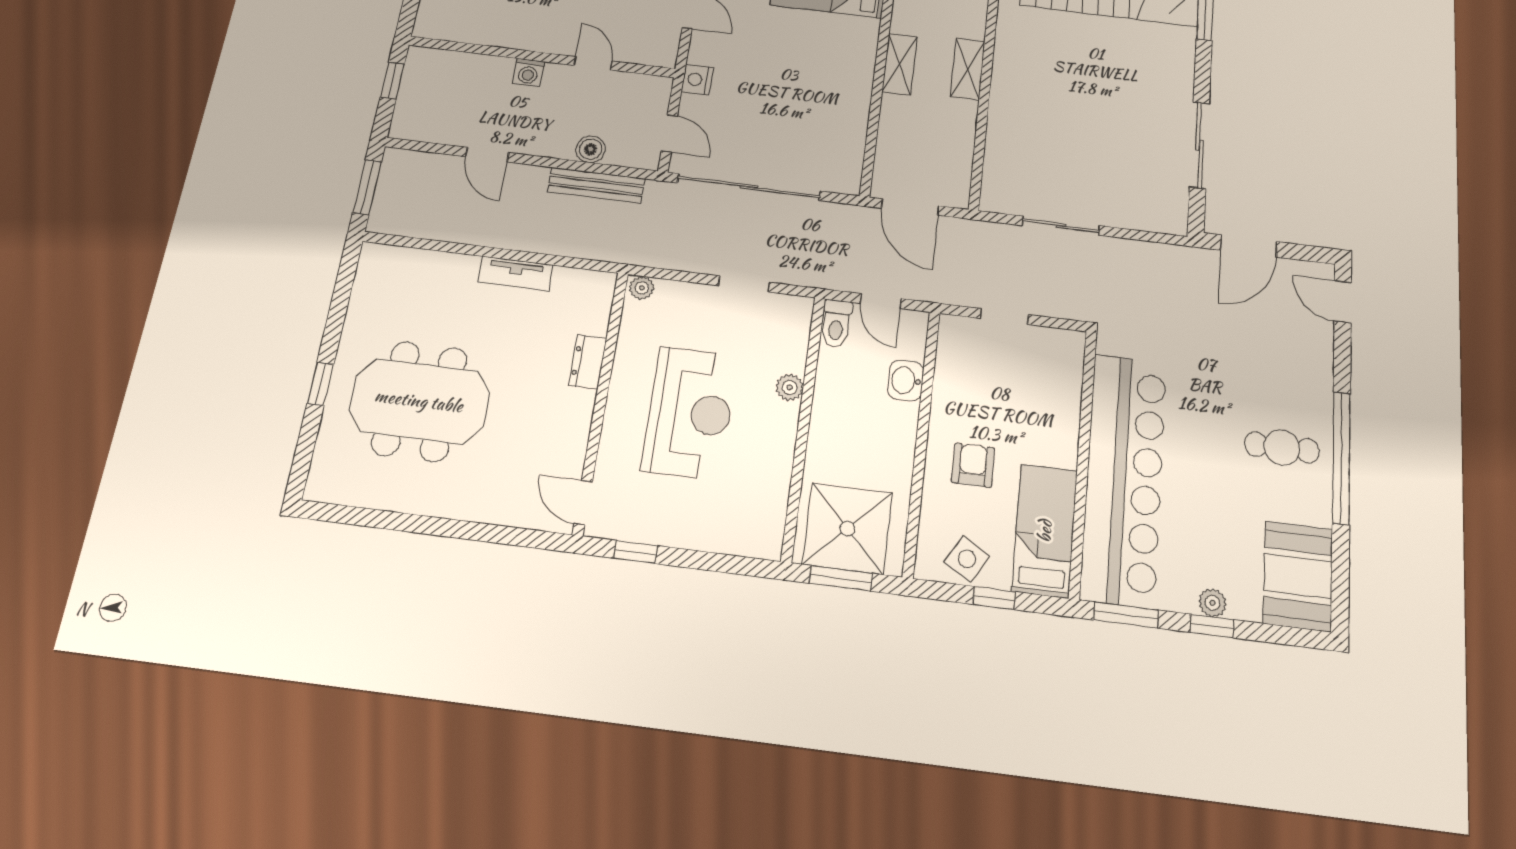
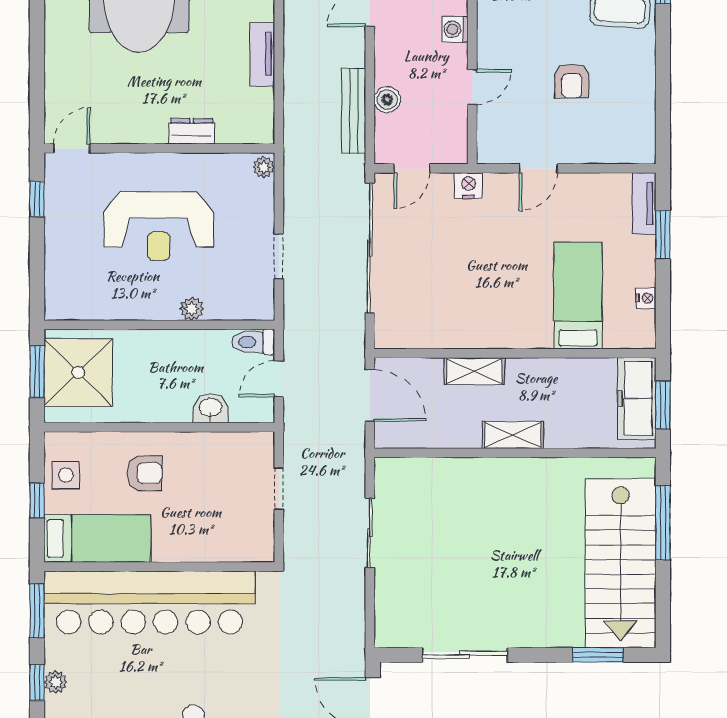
shelving: (900, 64) -> (474, 371), moved
door: (910, 207) -> (370, 395), swing flipped
side table: (967, 559) -> (66, 475), turned -31

